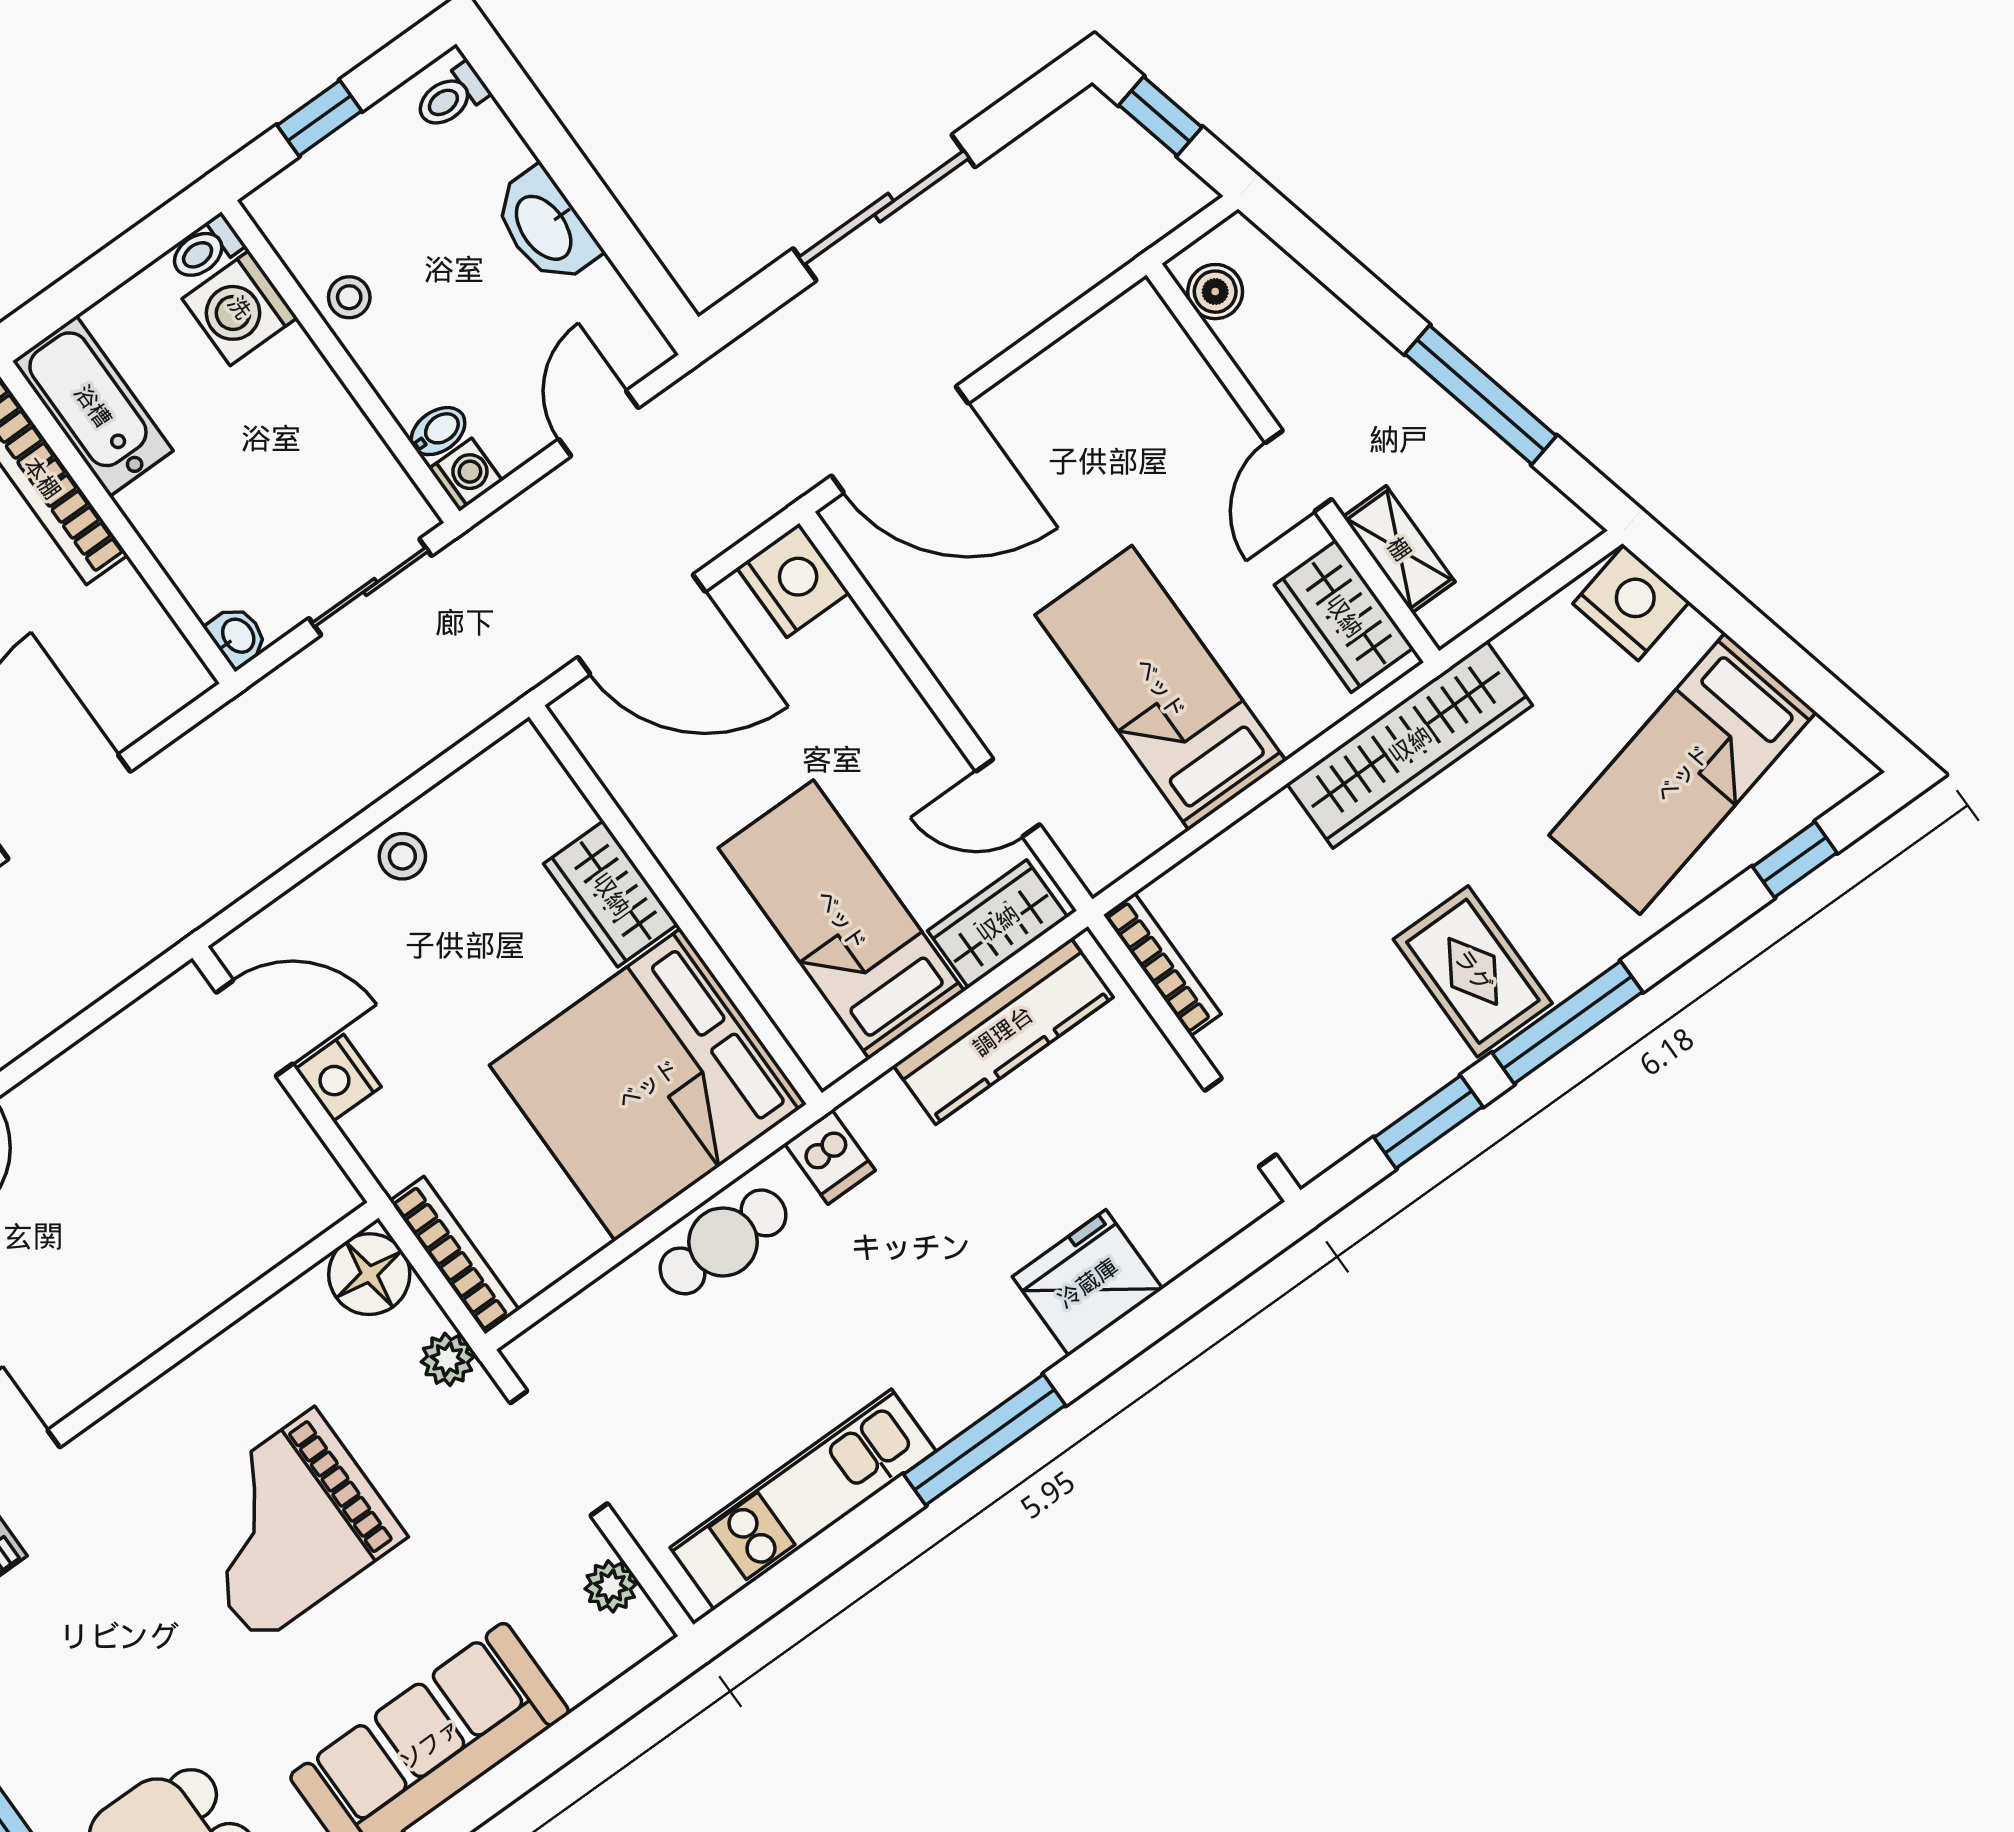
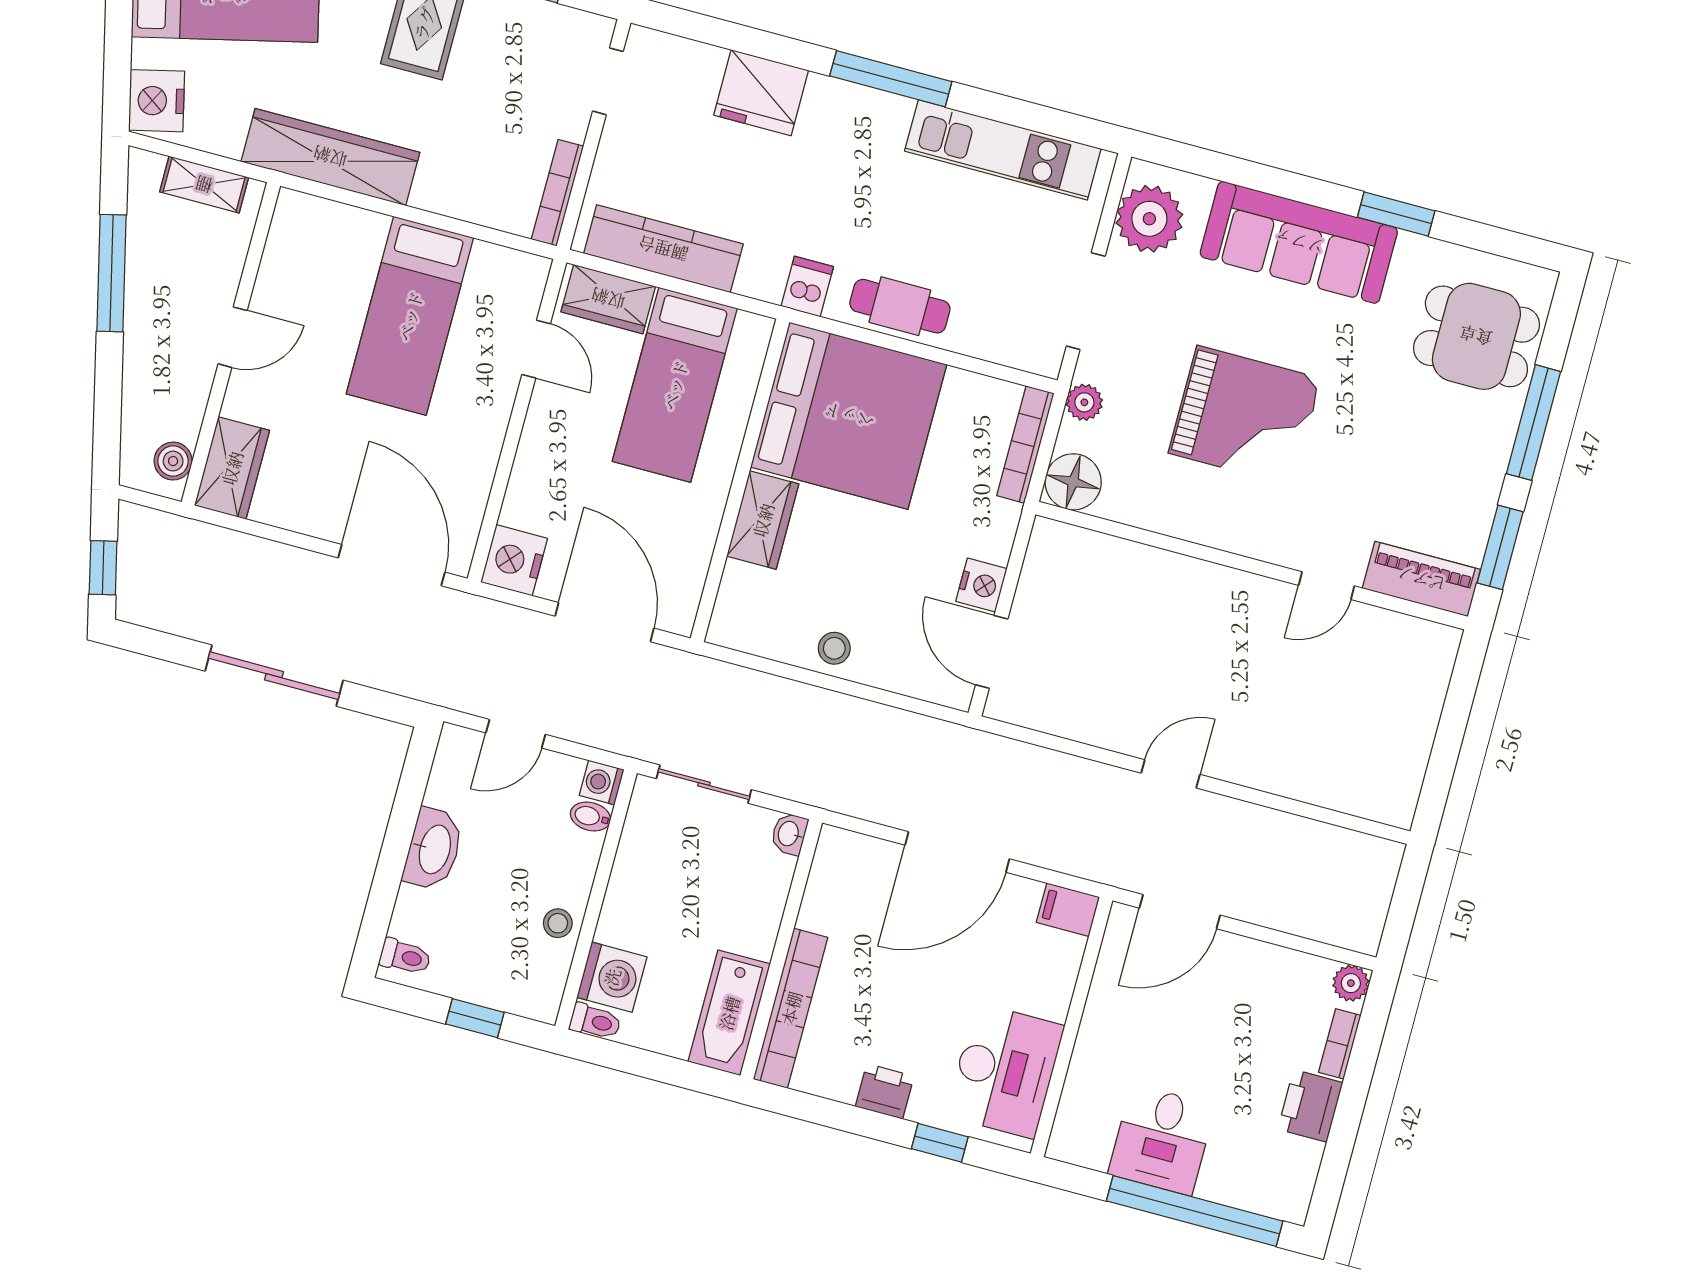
shelving: (1399, 549) -> (204, 185), moved, turned 90
wardrobe: (1344, 616) -> (232, 468), moved
plant: (611, 1586) -> (1149, 219), width x1.88, depth x1.88

